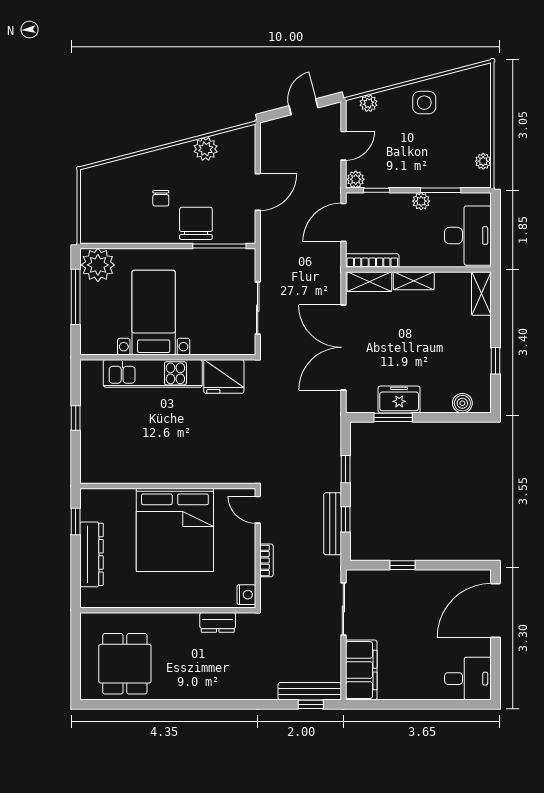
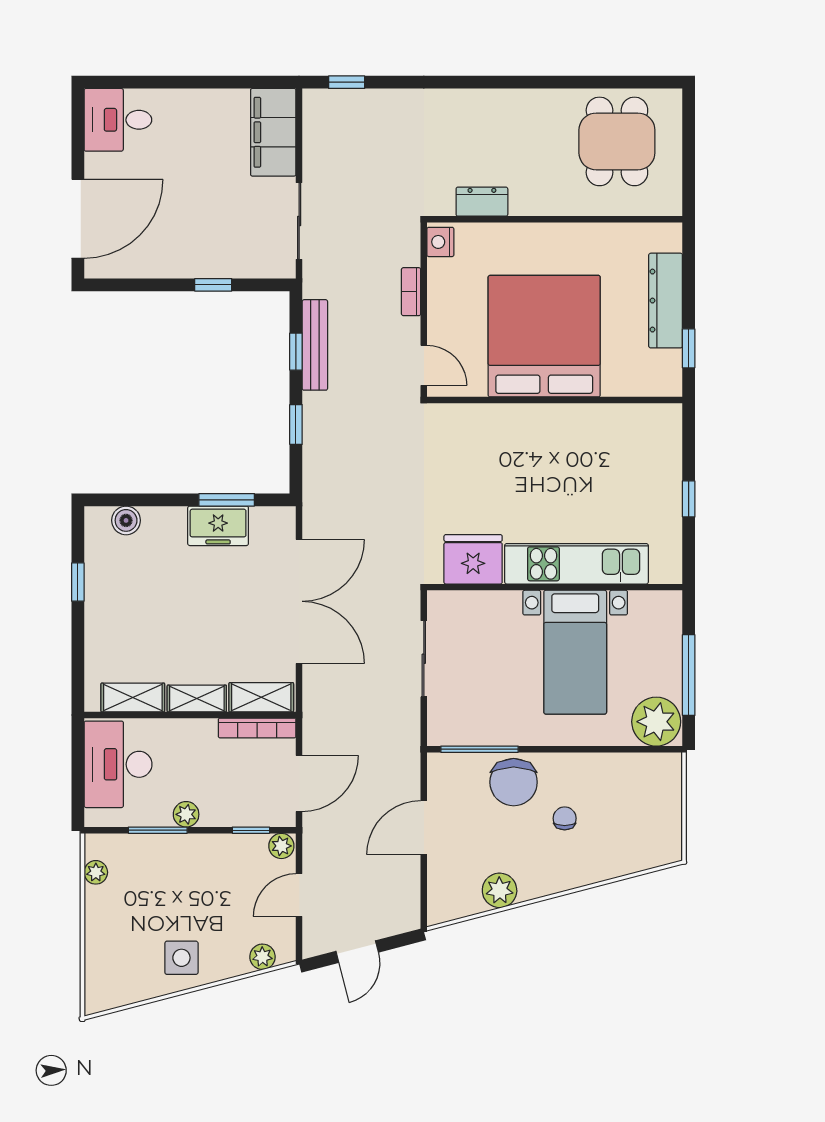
shelving: (481, 294) -> (133, 697), moved, turned 90
bench: (310, 691) -> (348, 101), removed

